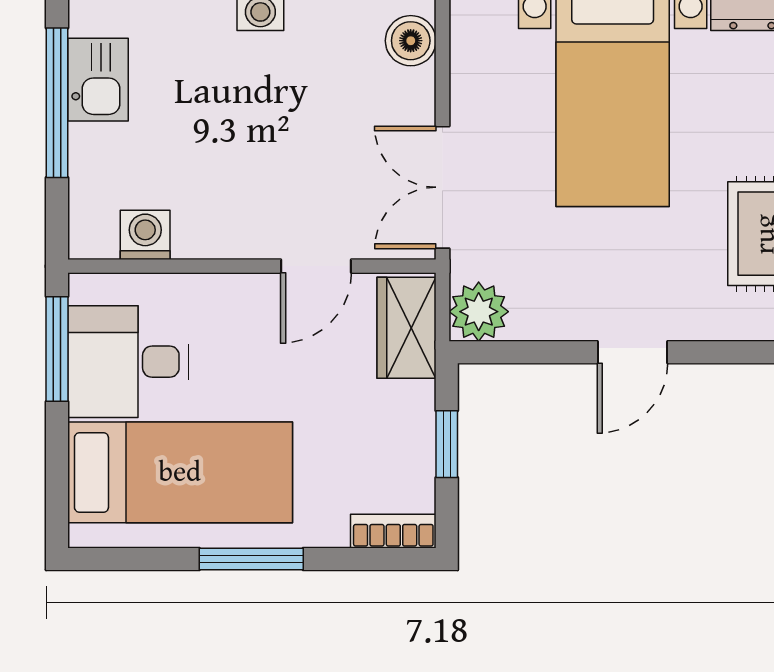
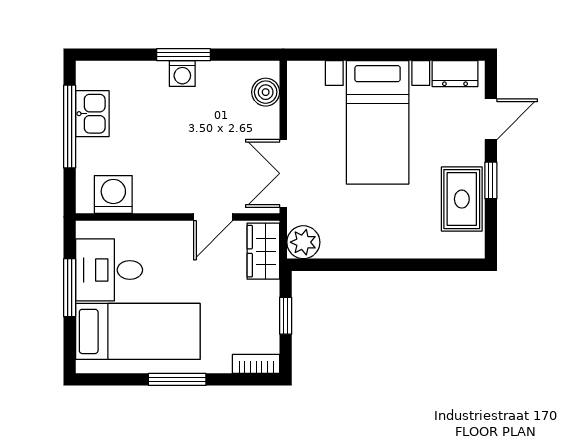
washing machine: (145, 235) -> (113, 195), width x1.38, depth x1.38
window: (57, 349) -> (70, 288), moved
door: (632, 352) -> (389, 265), removed

